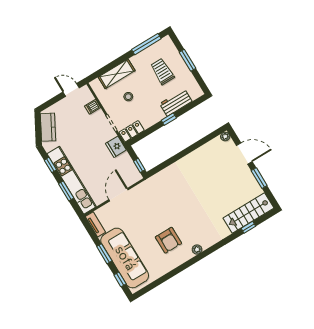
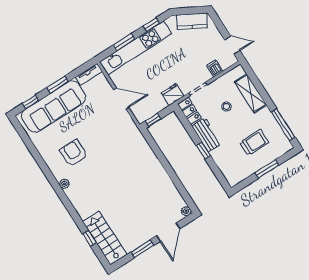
door: (71, 90) -> (232, 45), hinge flipped
workbench: (176, 103) -> (207, 135), moved
armchair: (168, 240) -> (74, 153), turned 90

